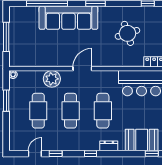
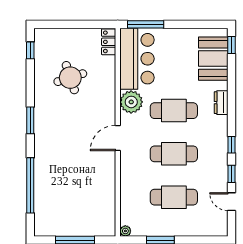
sofa: (68, 18) -> (49, 157), removed
door: (82, 69) -> (118, 138), hinge flipped
plant: (52, 79) -> (131, 102), moved
window: (90, 154) -> (231, 145), moved

